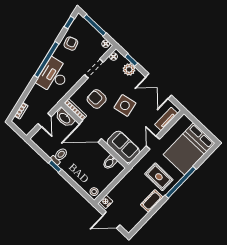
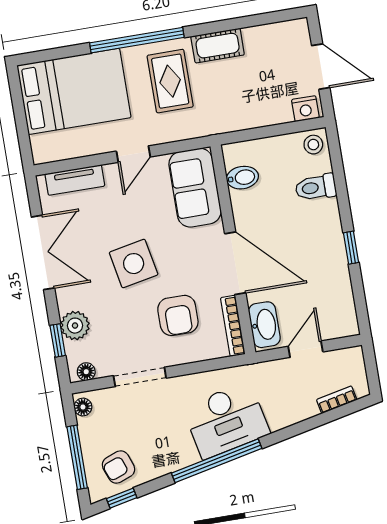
armchair: (71, 44) -> (119, 467), moved
toilet: (59, 156) -> (316, 187), moved

